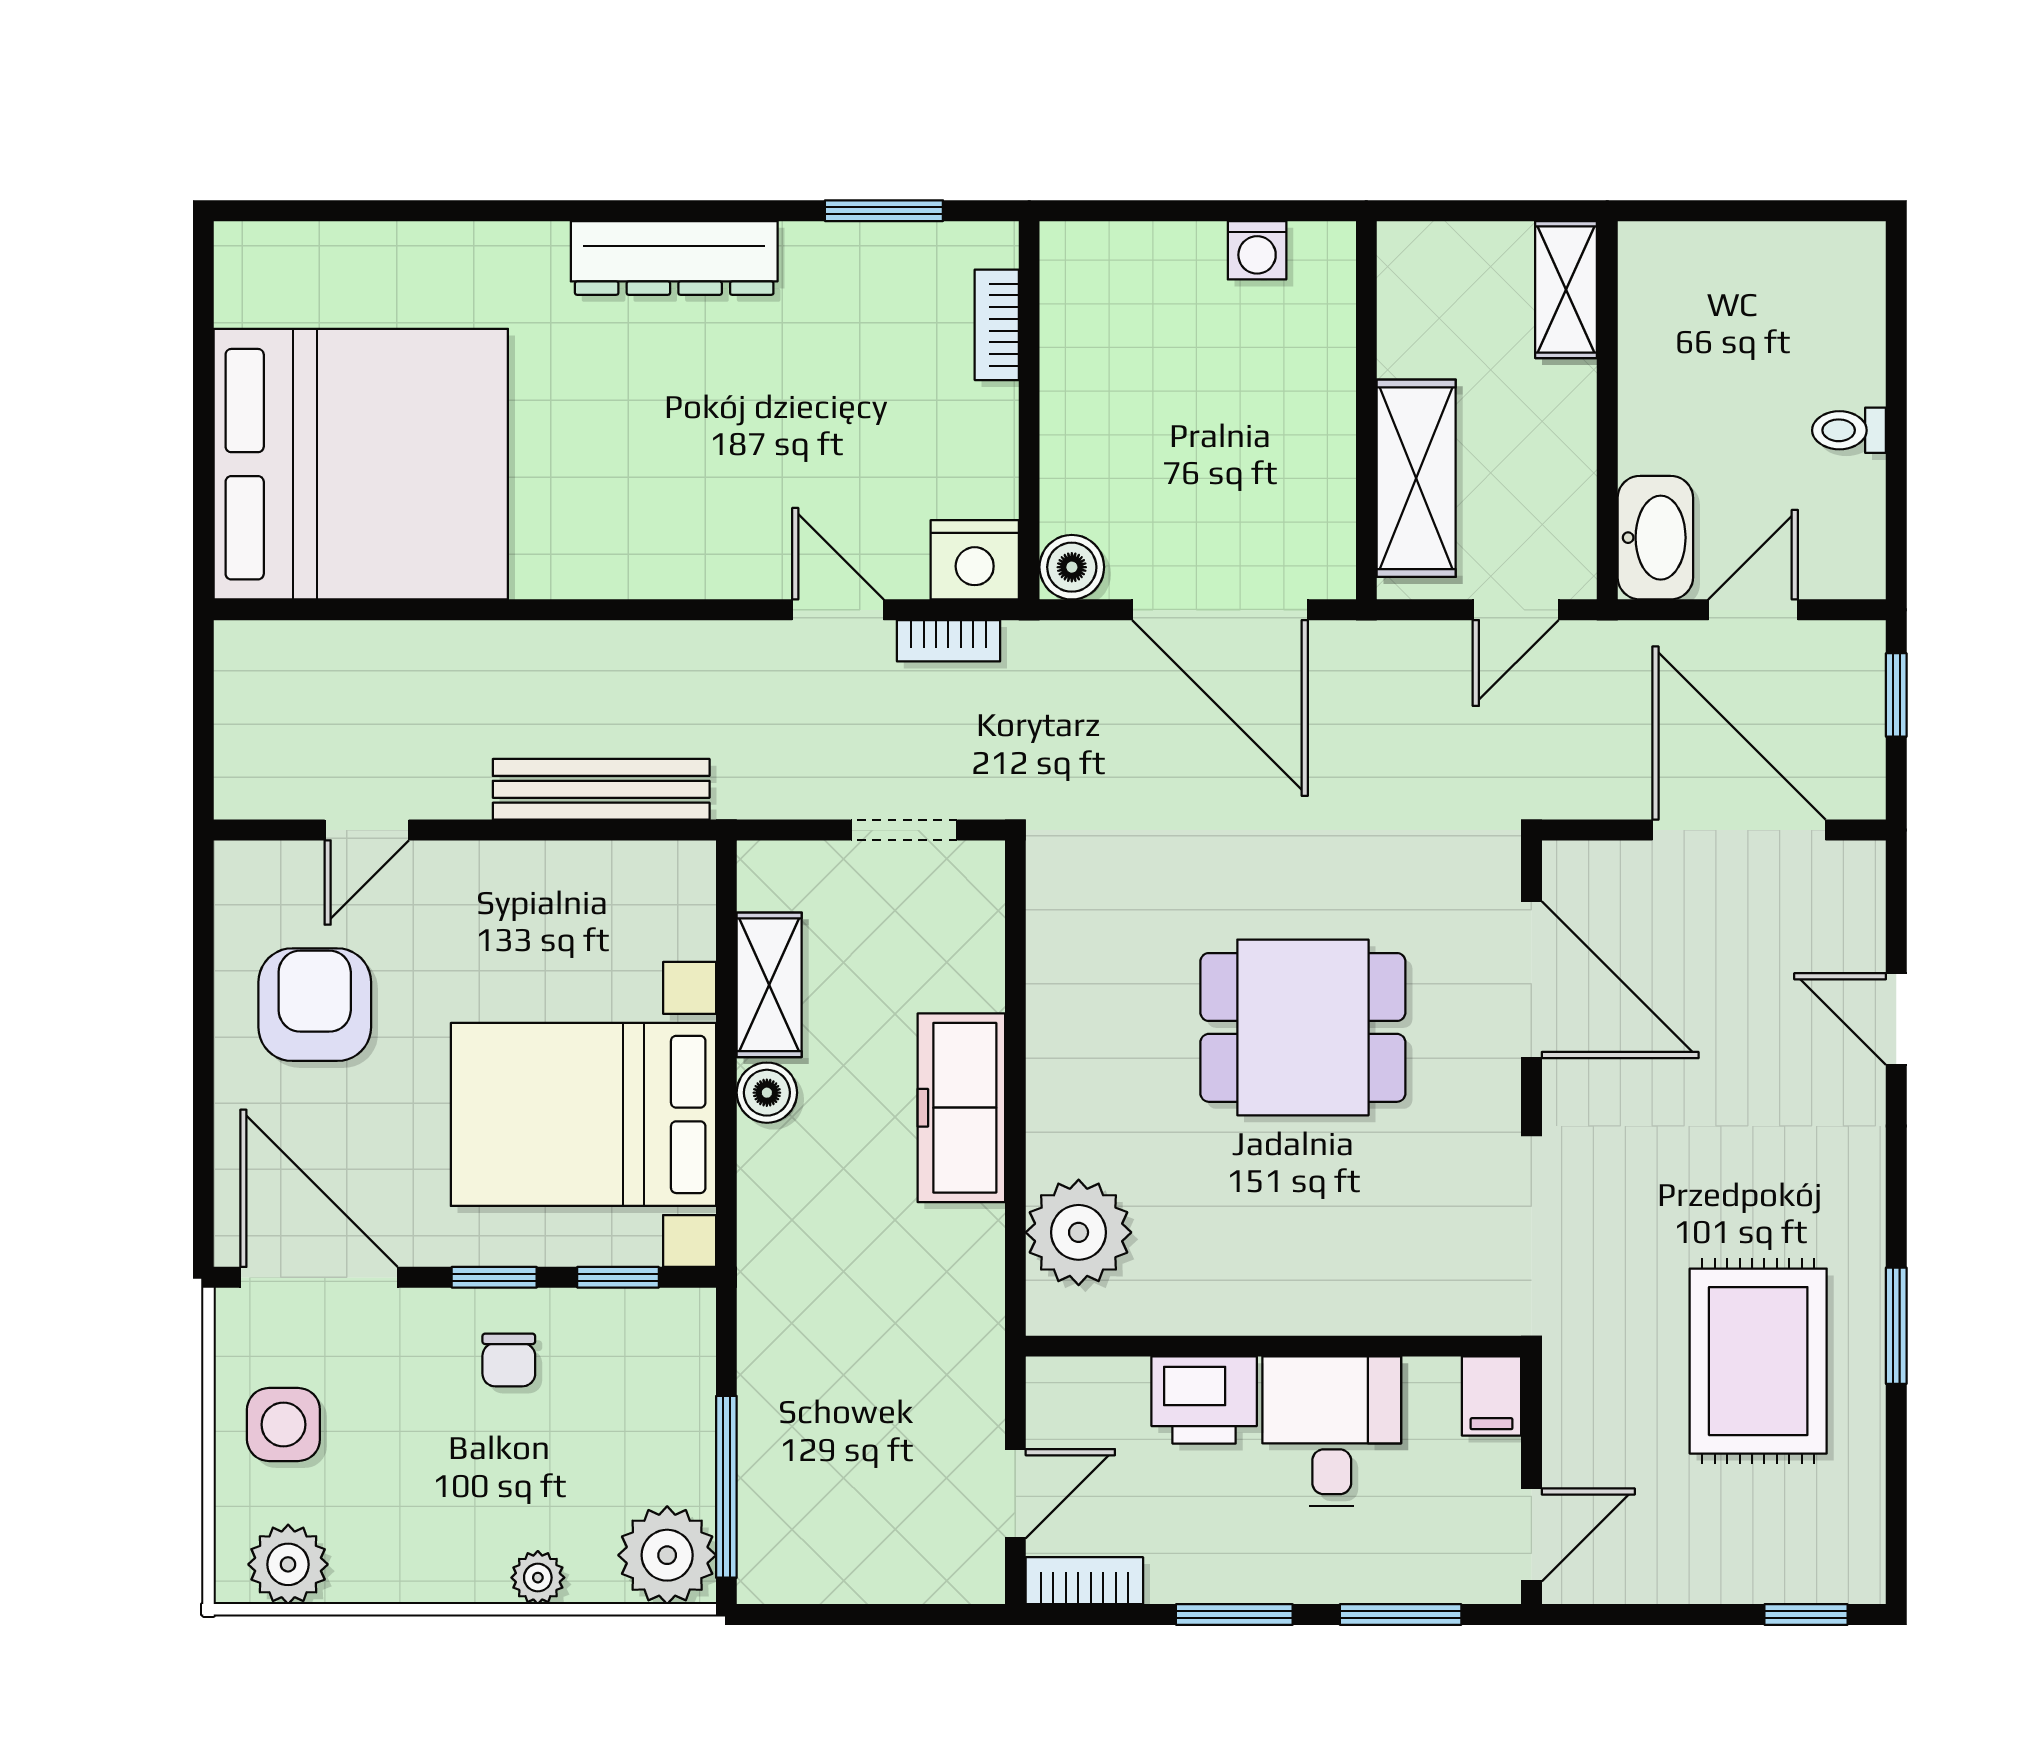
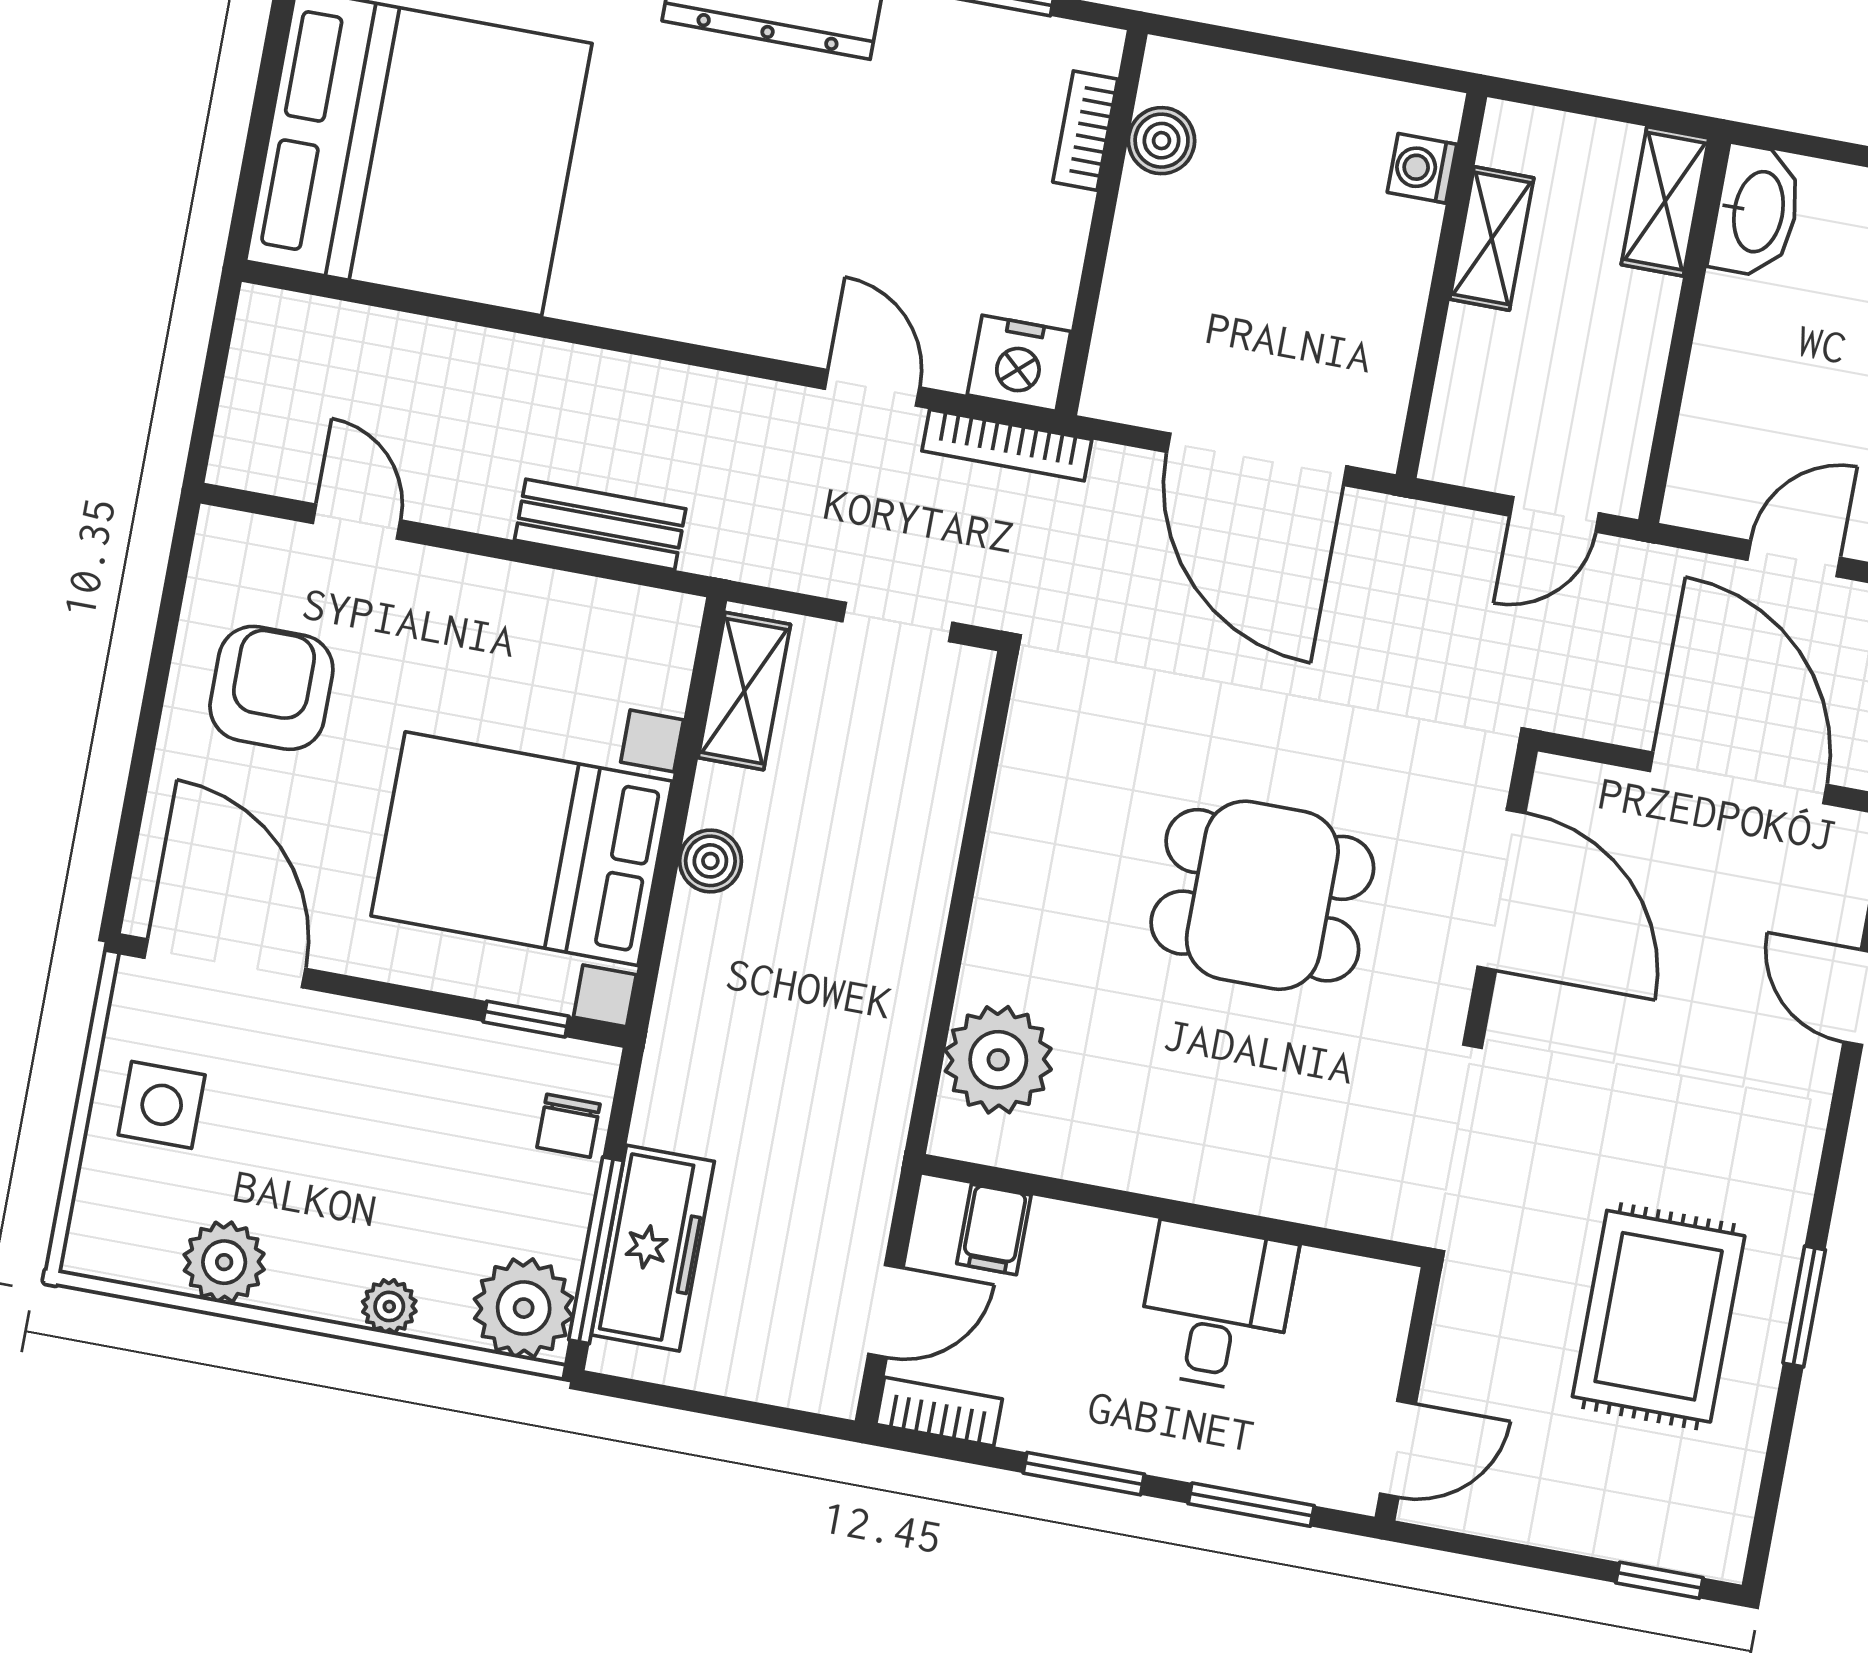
washing machine: (1257, 250) -> (1422, 168), moved, turned 90
shelving: (1416, 478) -> (1492, 238), moved, width x0.67, depth x0.75
washbasin: (1655, 538) -> (1756, 211), moved
boiler: (1072, 567) -> (1162, 141), moved
bookcase: (948, 641) -> (1007, 445), width x1.56
bench: (601, 789) -> (600, 525), width x0.73
door: (367, 830) -> (356, 522), swing flipped
shelving: (769, 985) -> (744, 691), moved
freezer: (961, 1108) -> (653, 1248), moved, turned 180
window: (494, 1277) -> (401, 996), removed
chair: (509, 1360) -> (568, 1126), moved
filing cabinet: (1491, 1396) -> (994, 1229), moved
printer: (1204, 1400) -> (1093, 1252), removed
plant: (288, 1564) -> (224, 1262), moved

